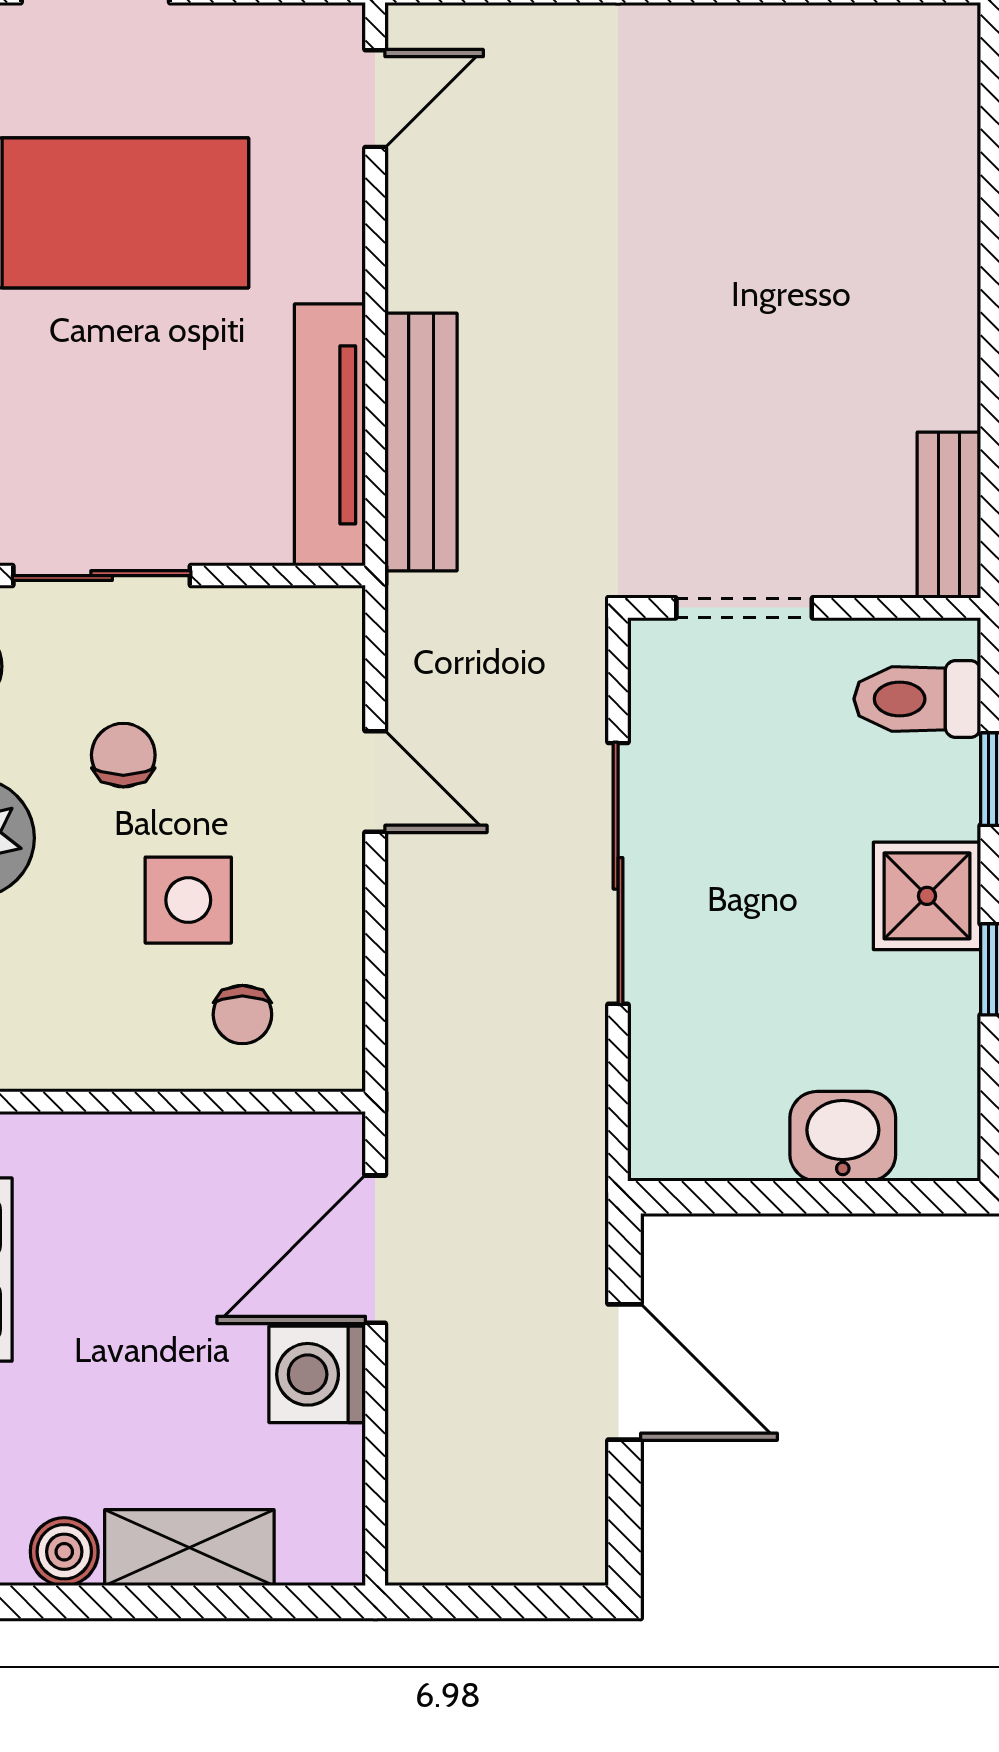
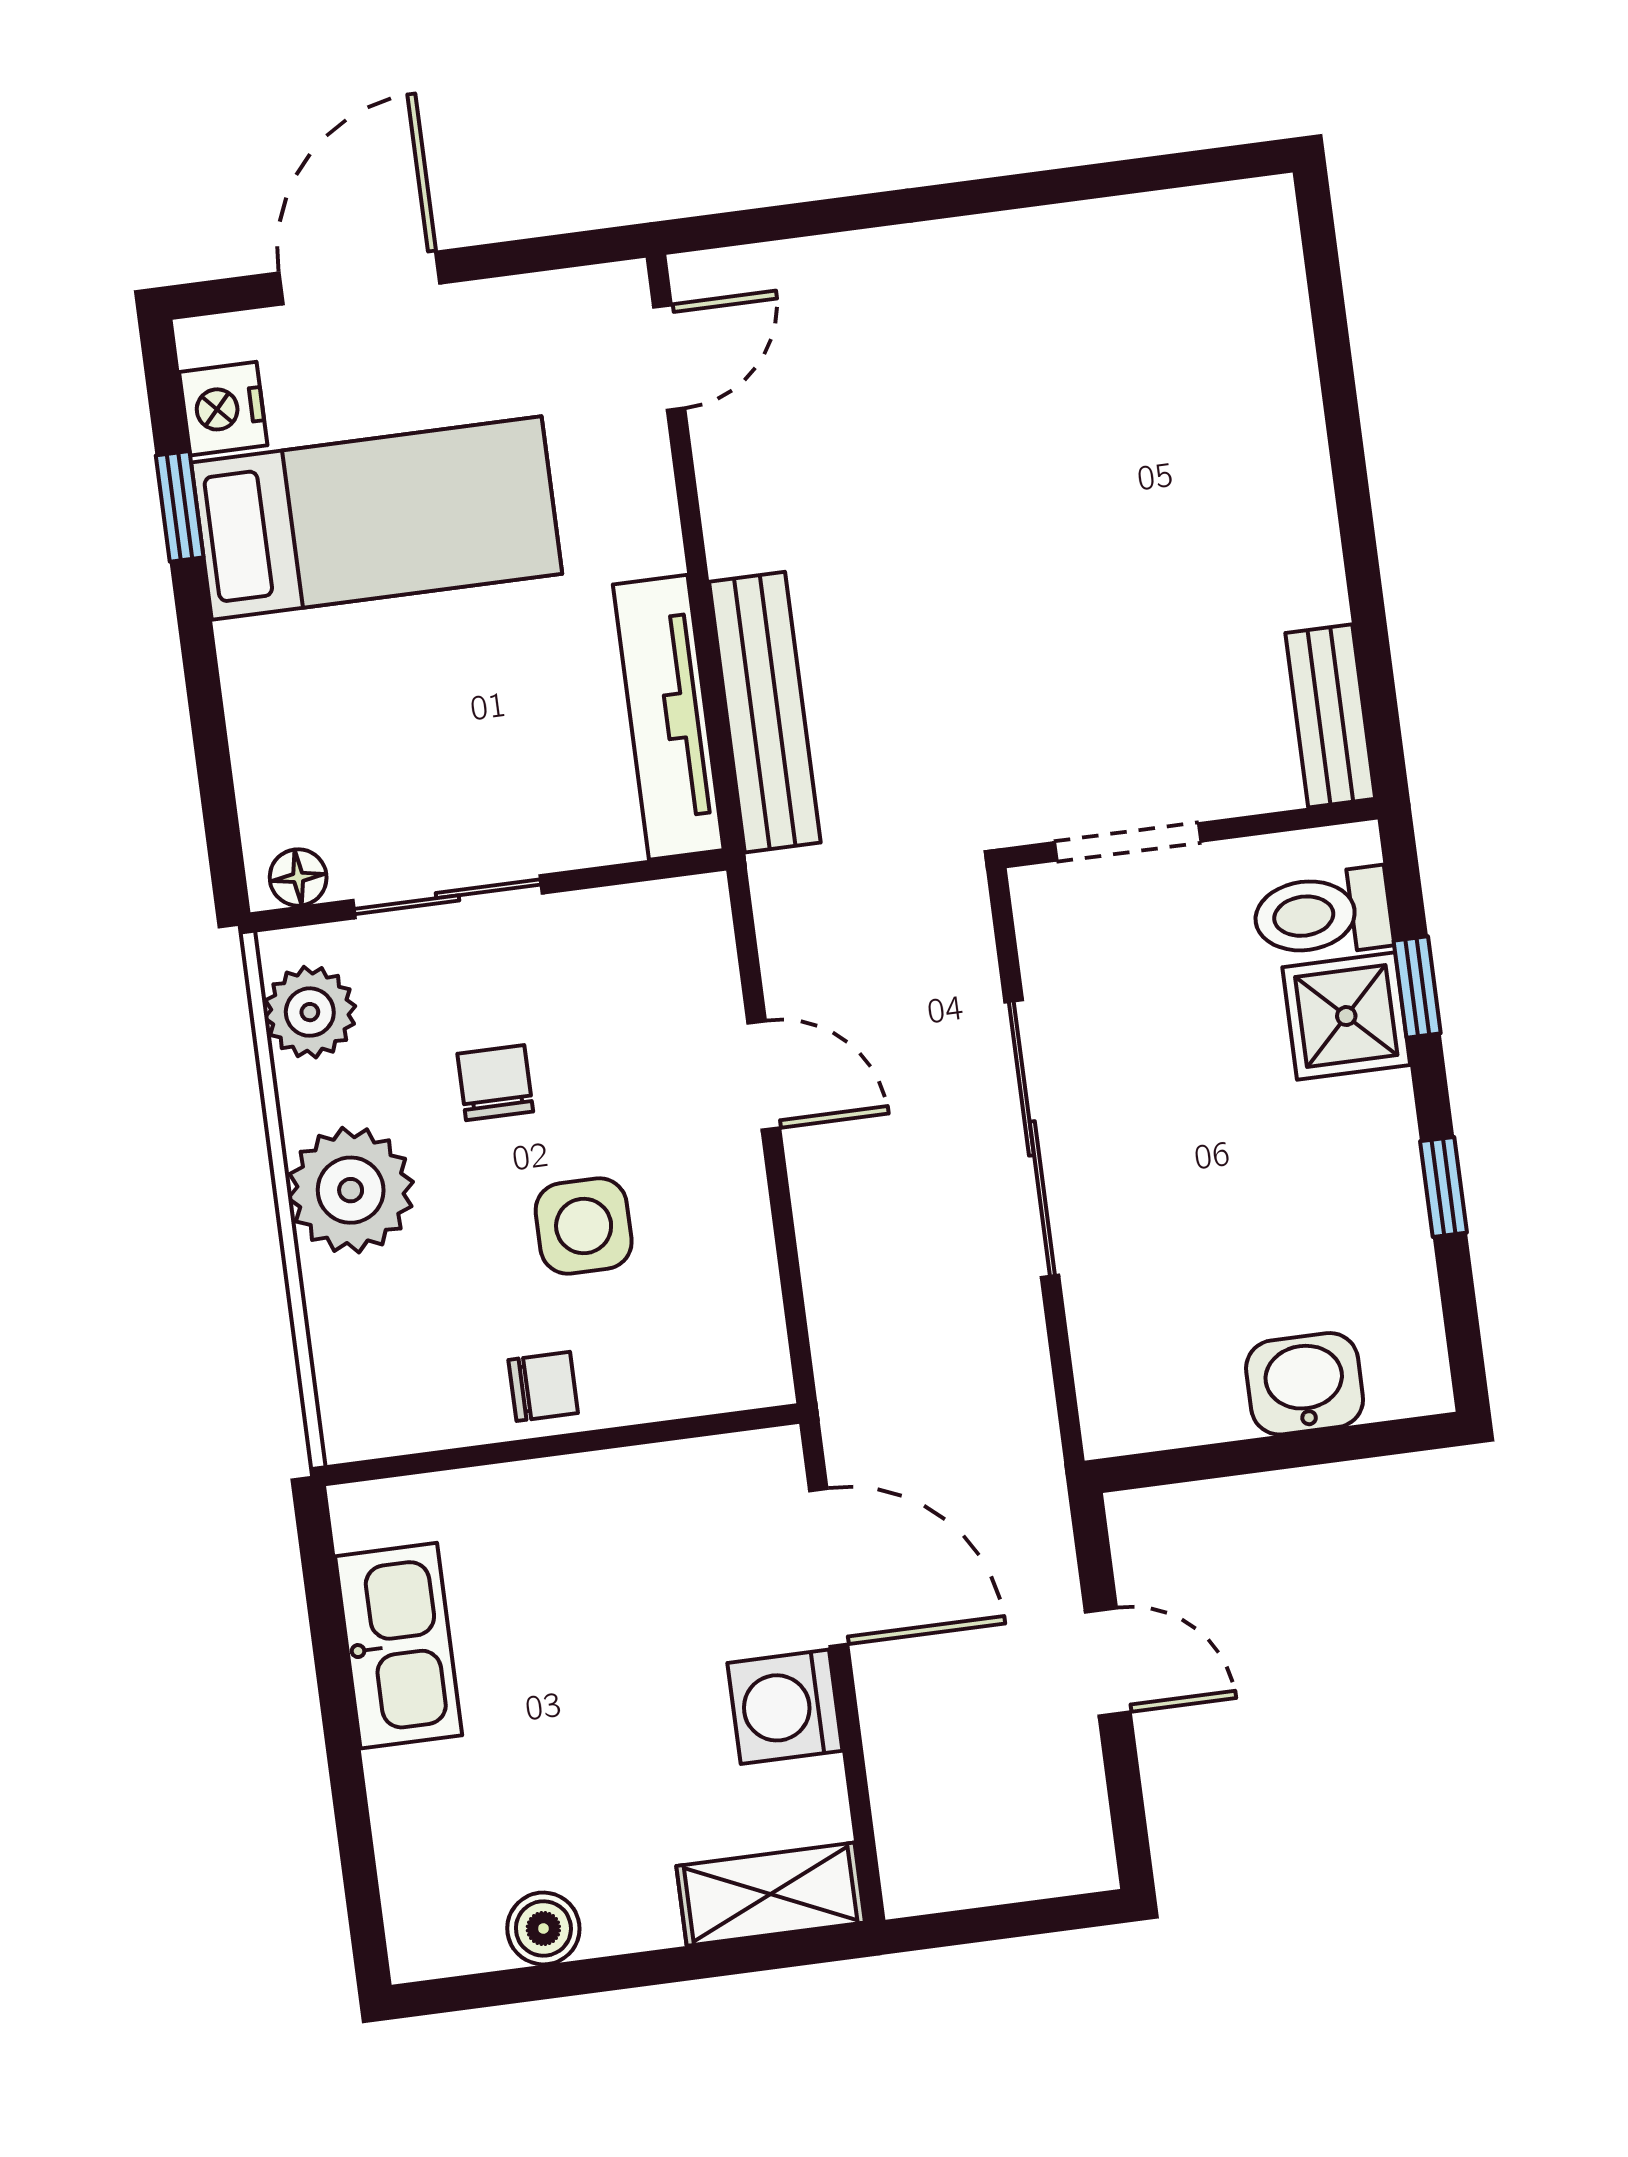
shower: (927, 896) -> (1346, 1016), moved
chair: (242, 1015) -> (543, 1386), moved, turned -90
door: (375, 1249) -> (829, 1567), swing flipped
door: (624, 1372) -> (1108, 1662), width x0.73
shelving: (189, 1548) -> (771, 1894), moved

